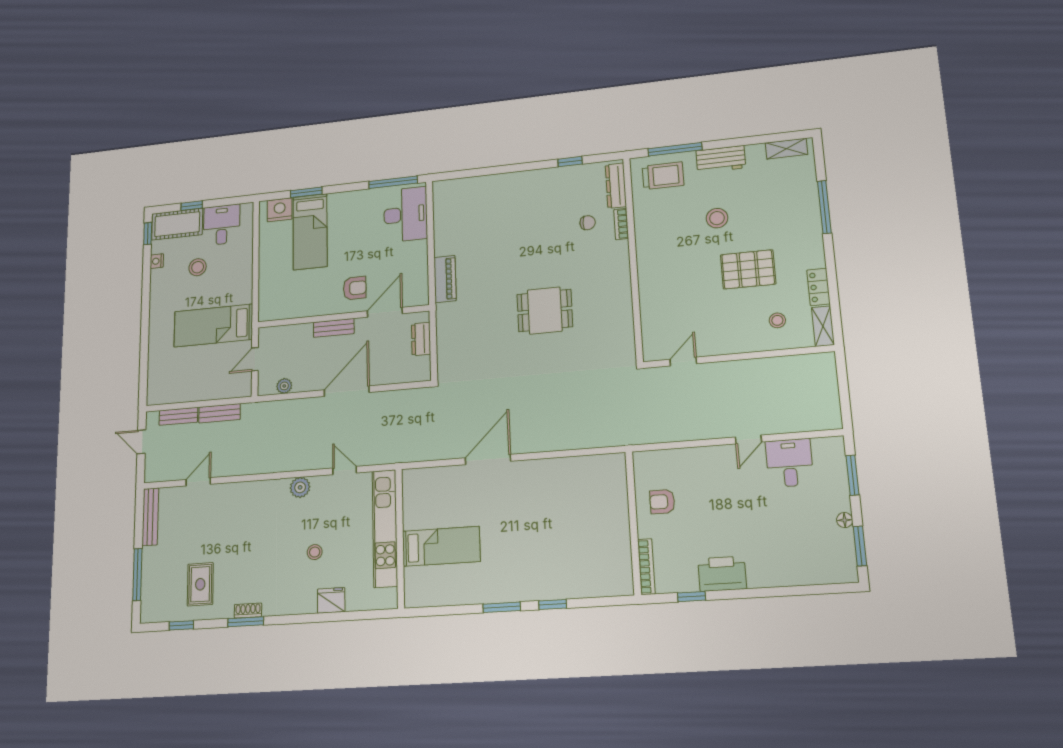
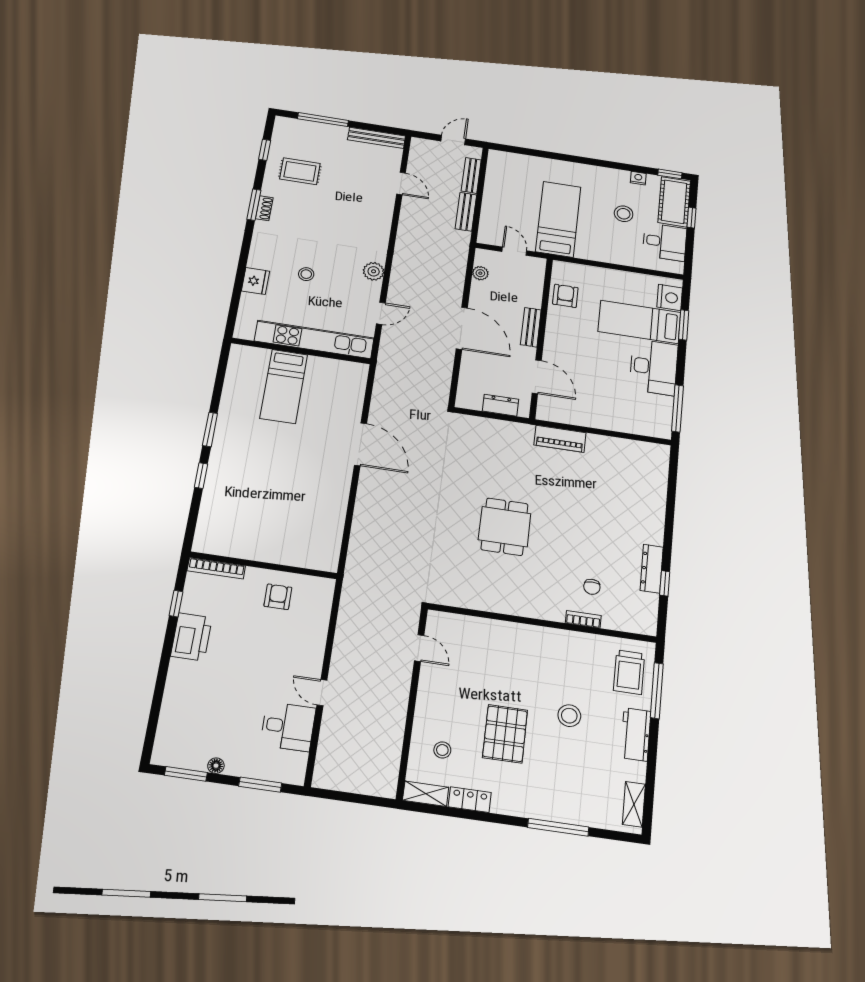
dresser: (616, 186) -> (652, 569), moved, turned -90
desk: (406, 214) -> (654, 367), moved, turned -90
armchair: (355, 288) -> (565, 296), moved, turned 180

